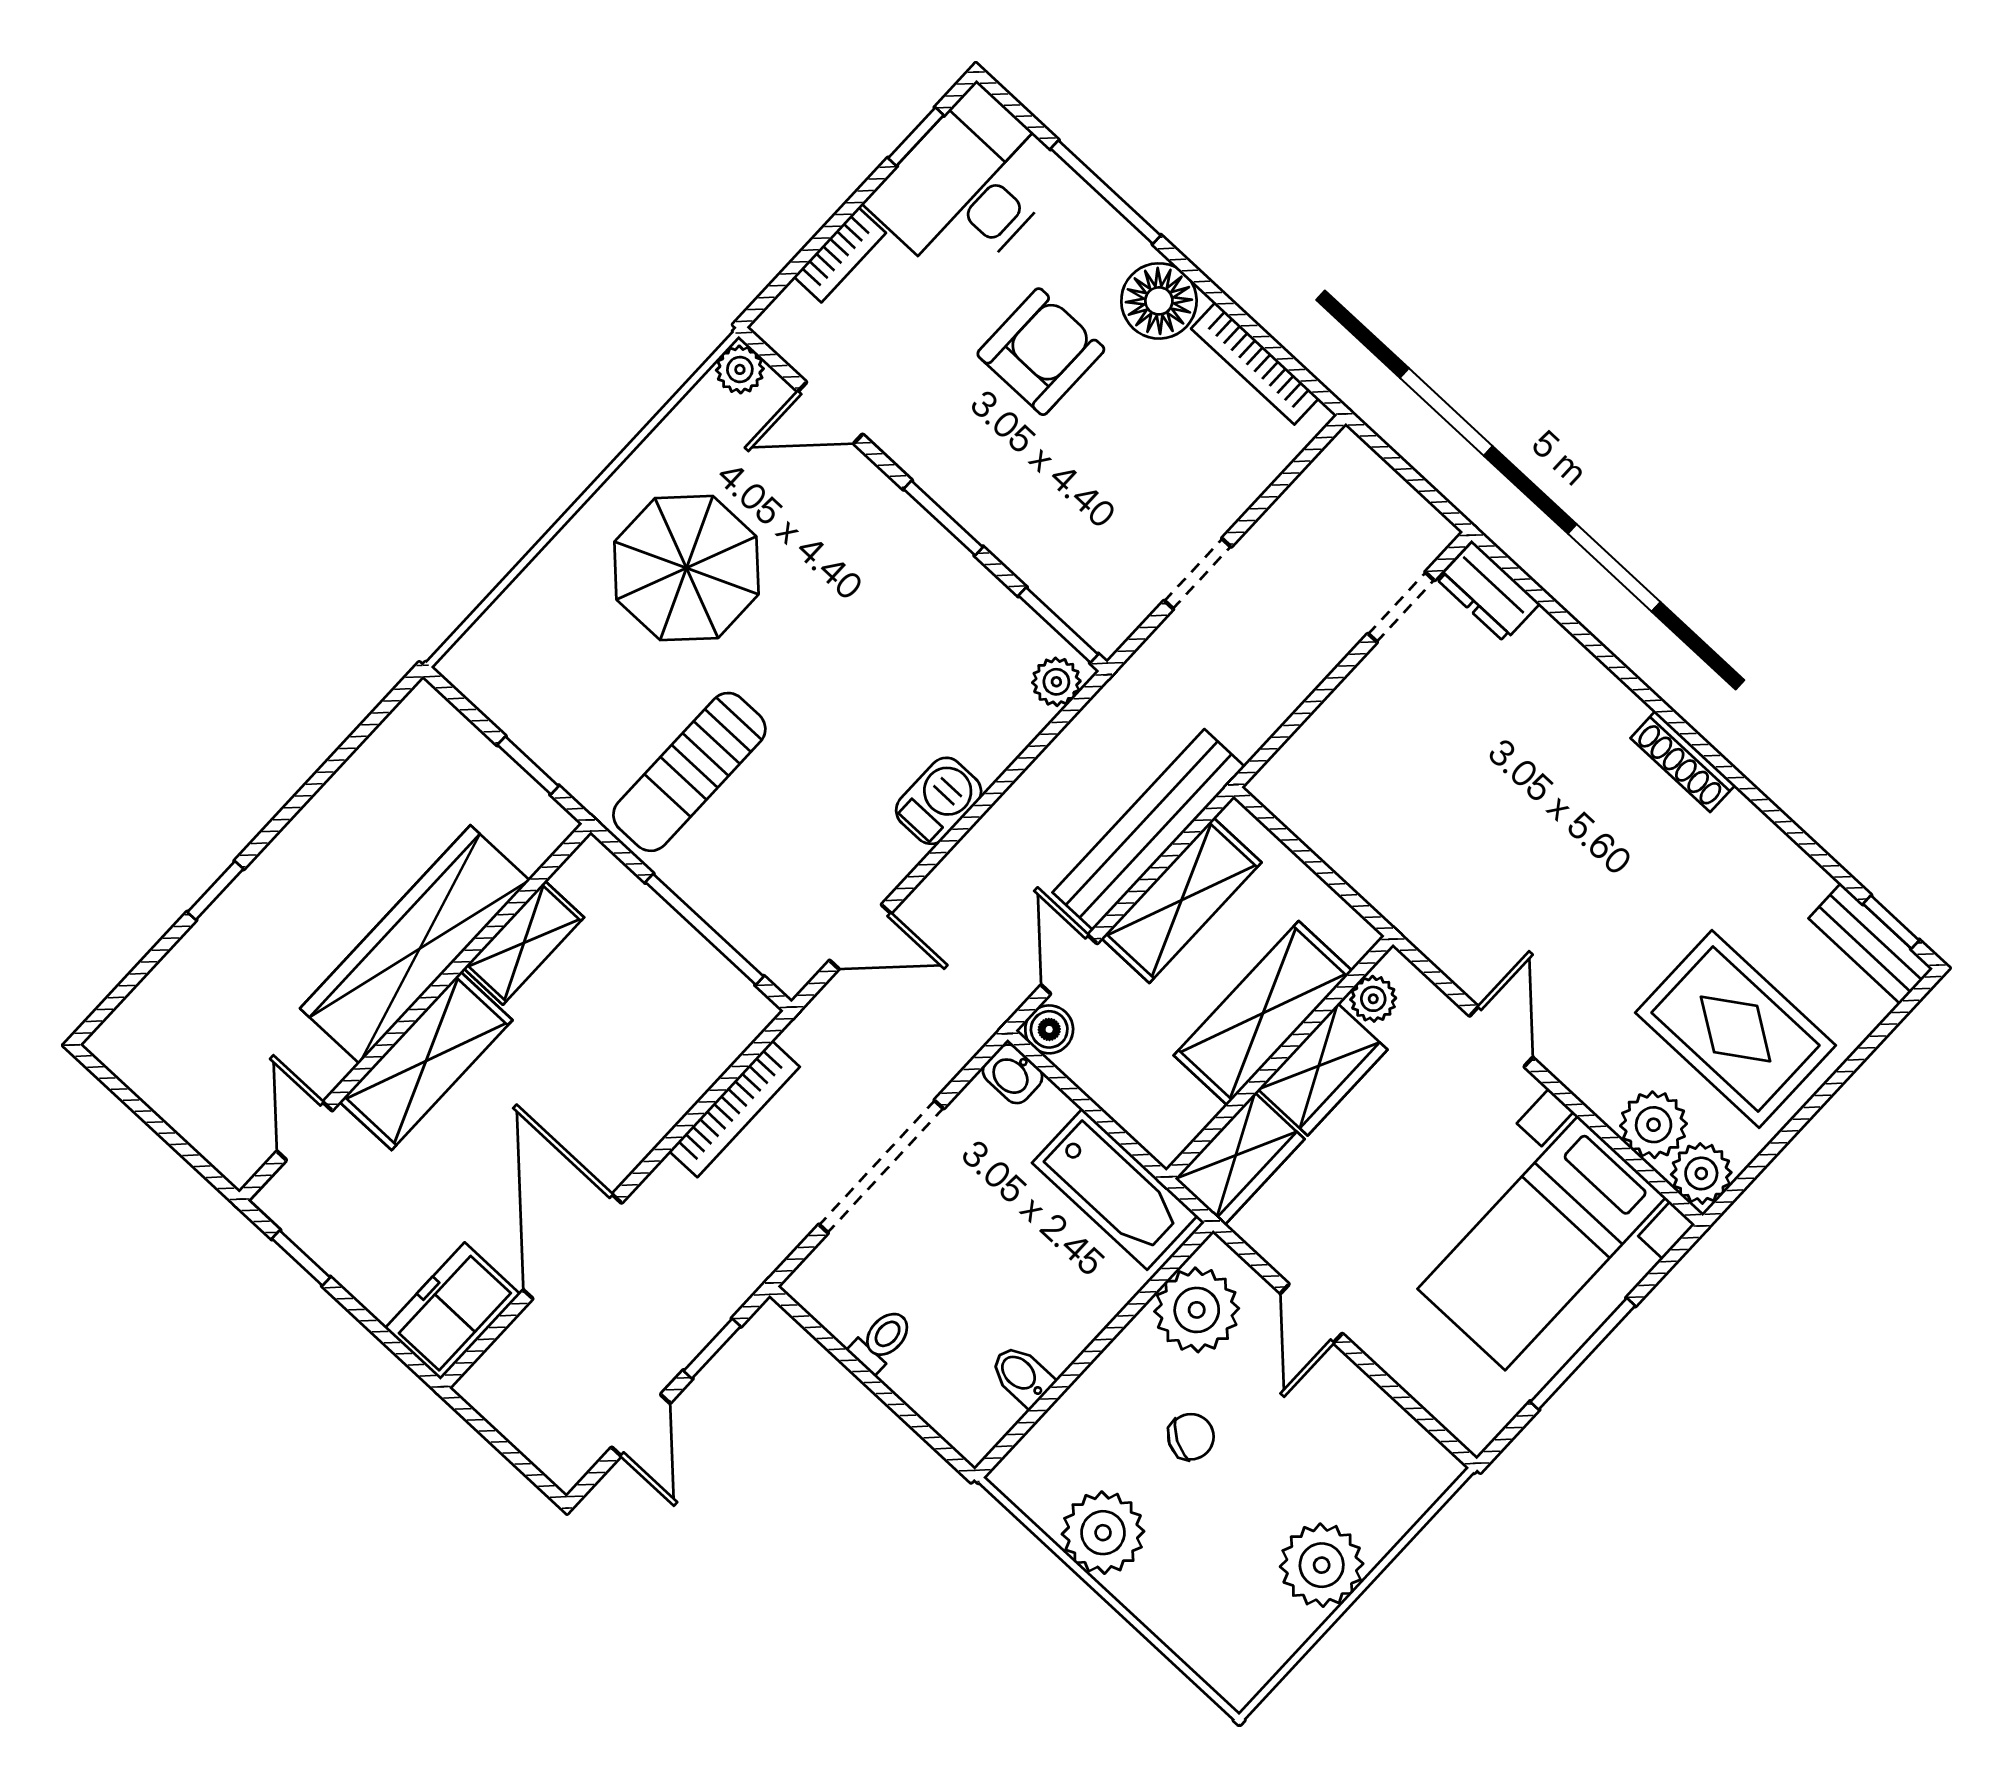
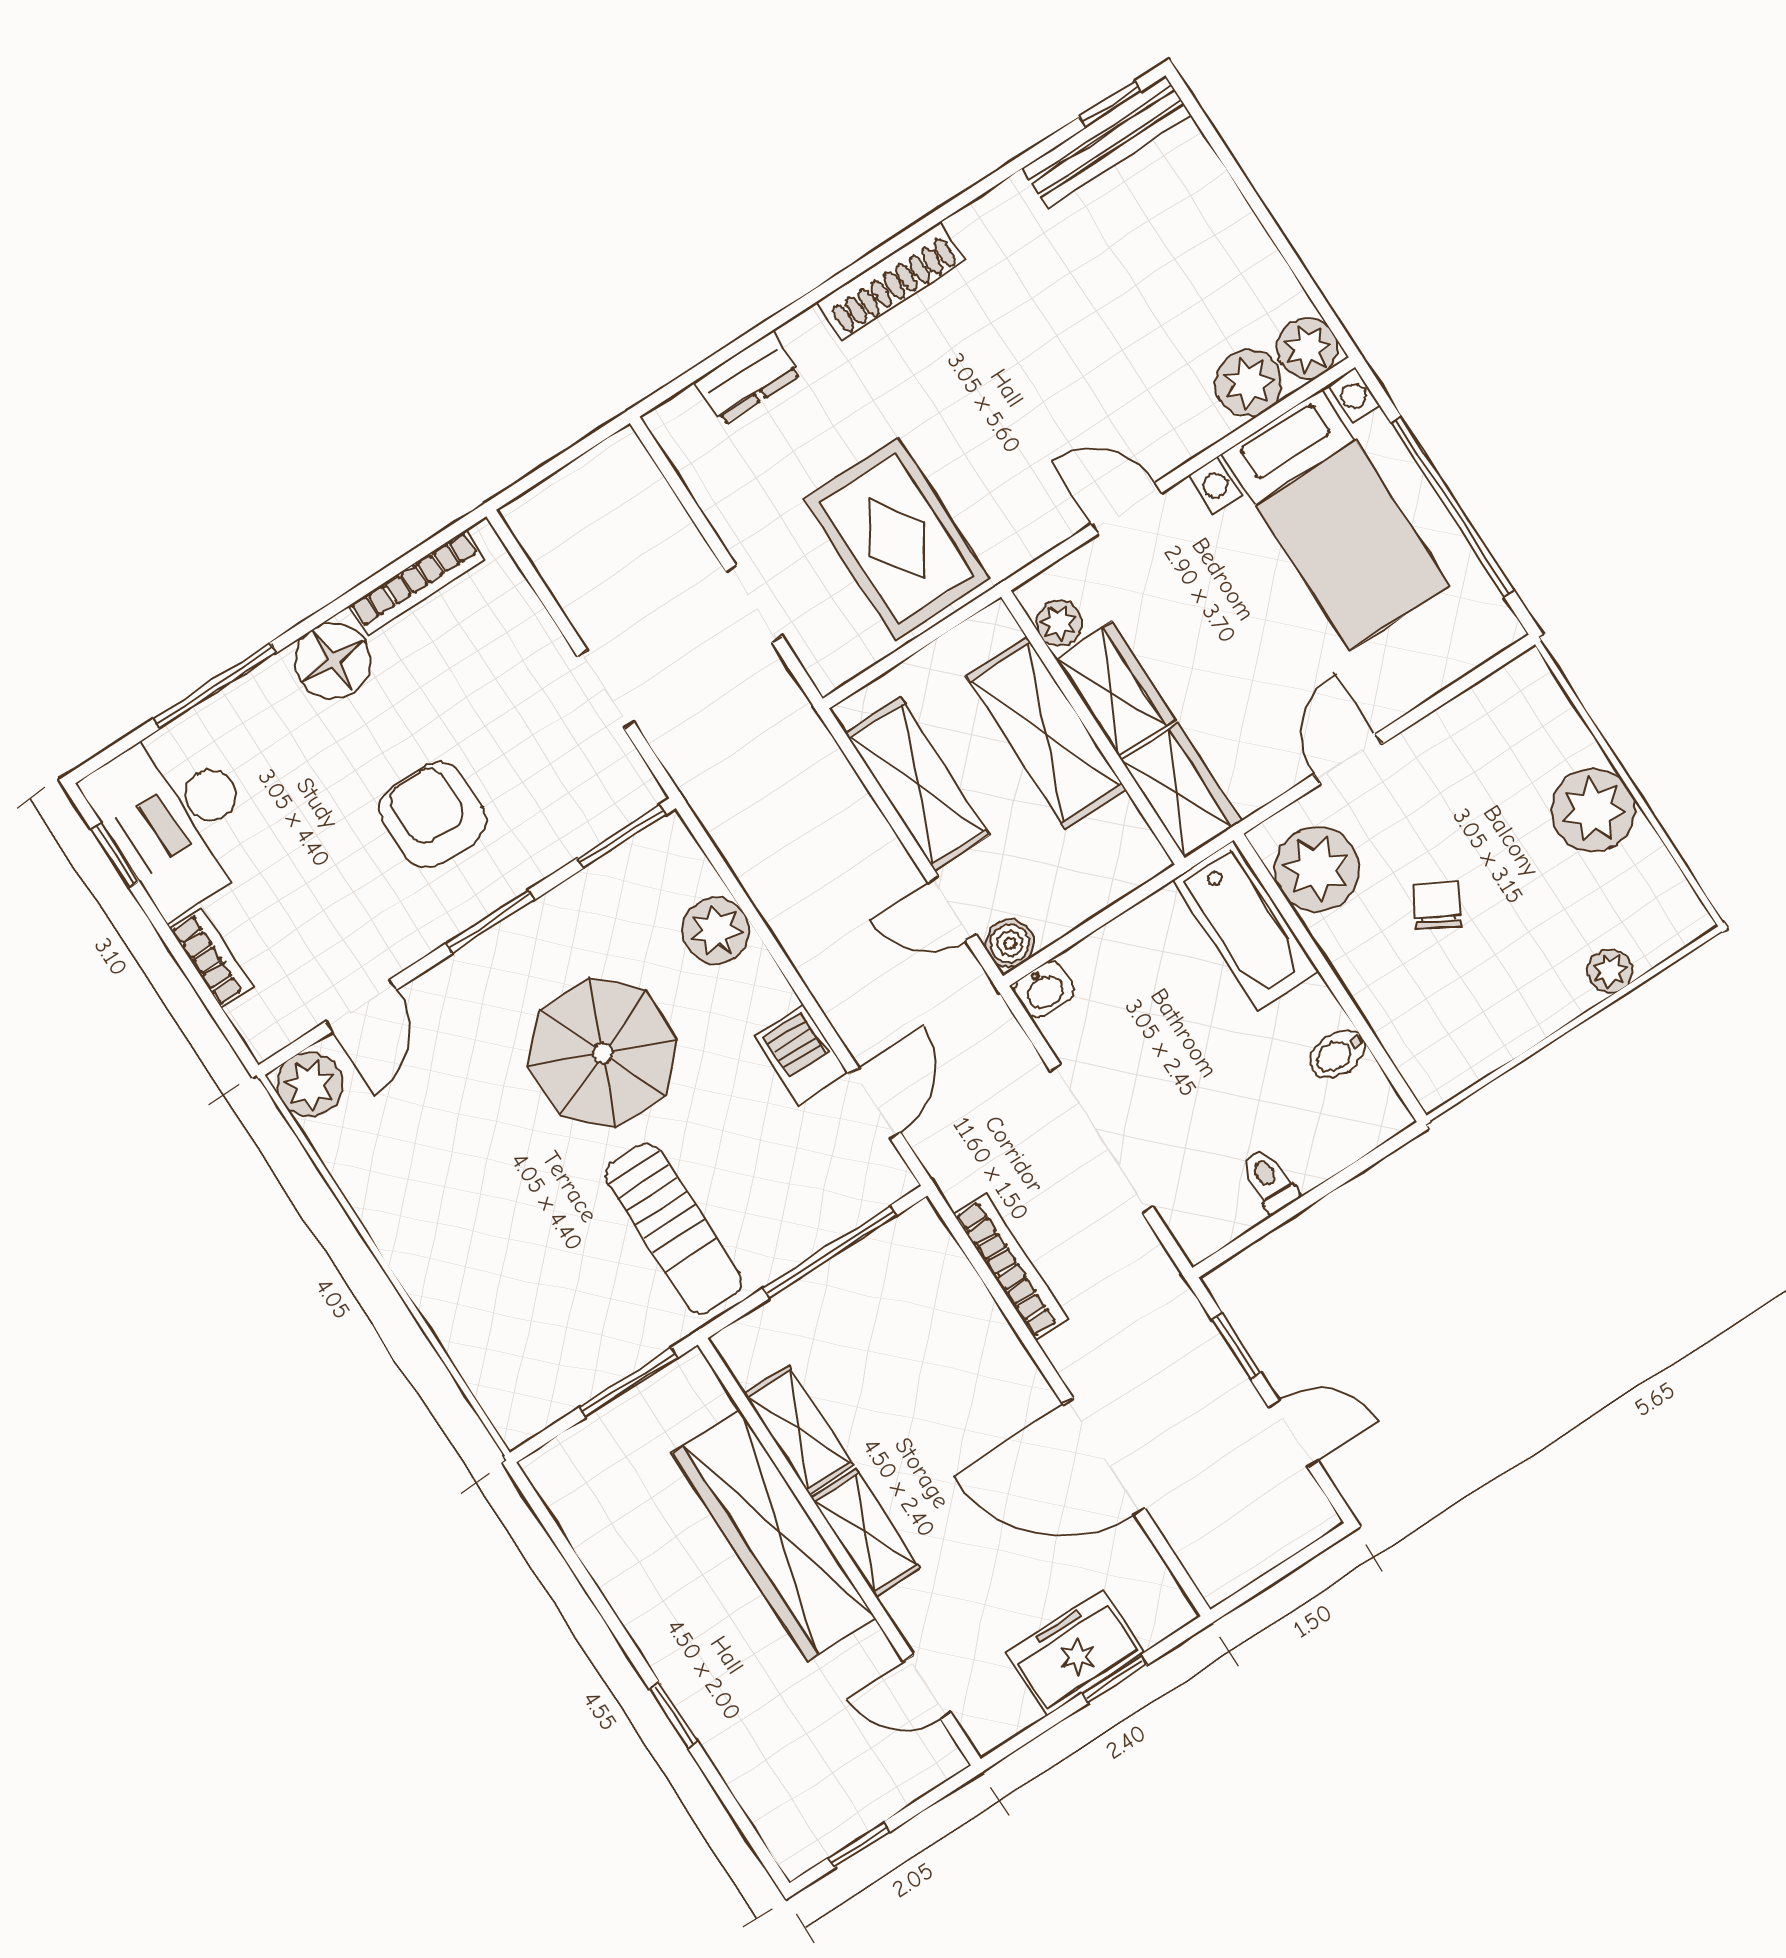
armchair: (1041, 352) -> (433, 815), moved
plant: (740, 369) -> (310, 1085), width x1.38, depth x1.38
parasol: (686, 568) -> (603, 1053), moved
dresser: (1488, 591) -> (748, 378), moved
doorway: (1401, 607) -> (754, 603), moved
plant: (1056, 682) -> (716, 931), moved, width x1.38, depth x1.38
shoe rack: (1683, 762) -> (891, 281), width x1.36, depth x1.24
window: (528, 765) -> (628, 1383), width x1.50
barbecue: (939, 801) -> (801, 1055), moved
bench: (1149, 830) -> (841, 799), removed
bench: (1871, 943) -> (1107, 142), width x1.36
rug: (1736, 1029) -> (897, 539), moved, turned 90
shelving: (426, 1061) -> (866, 1533), width x0.67, depth x0.75
window: (135, 1103) -> (860, 1845), added
bathtub: (1115, 1189) -> (1246, 926), moved, turned 90
window: (301, 1258) -> (1114, 1679), moved
freezer: (453, 1311) -> (1075, 1653), moved, turned 90
door: (1311, 1313) -> (1348, 759), swing flipped
window: (1583, 1354) -> (1453, 507), width x1.46
plant: (1103, 1533) -> (1610, 971), moved, width x0.53, depth x0.53

